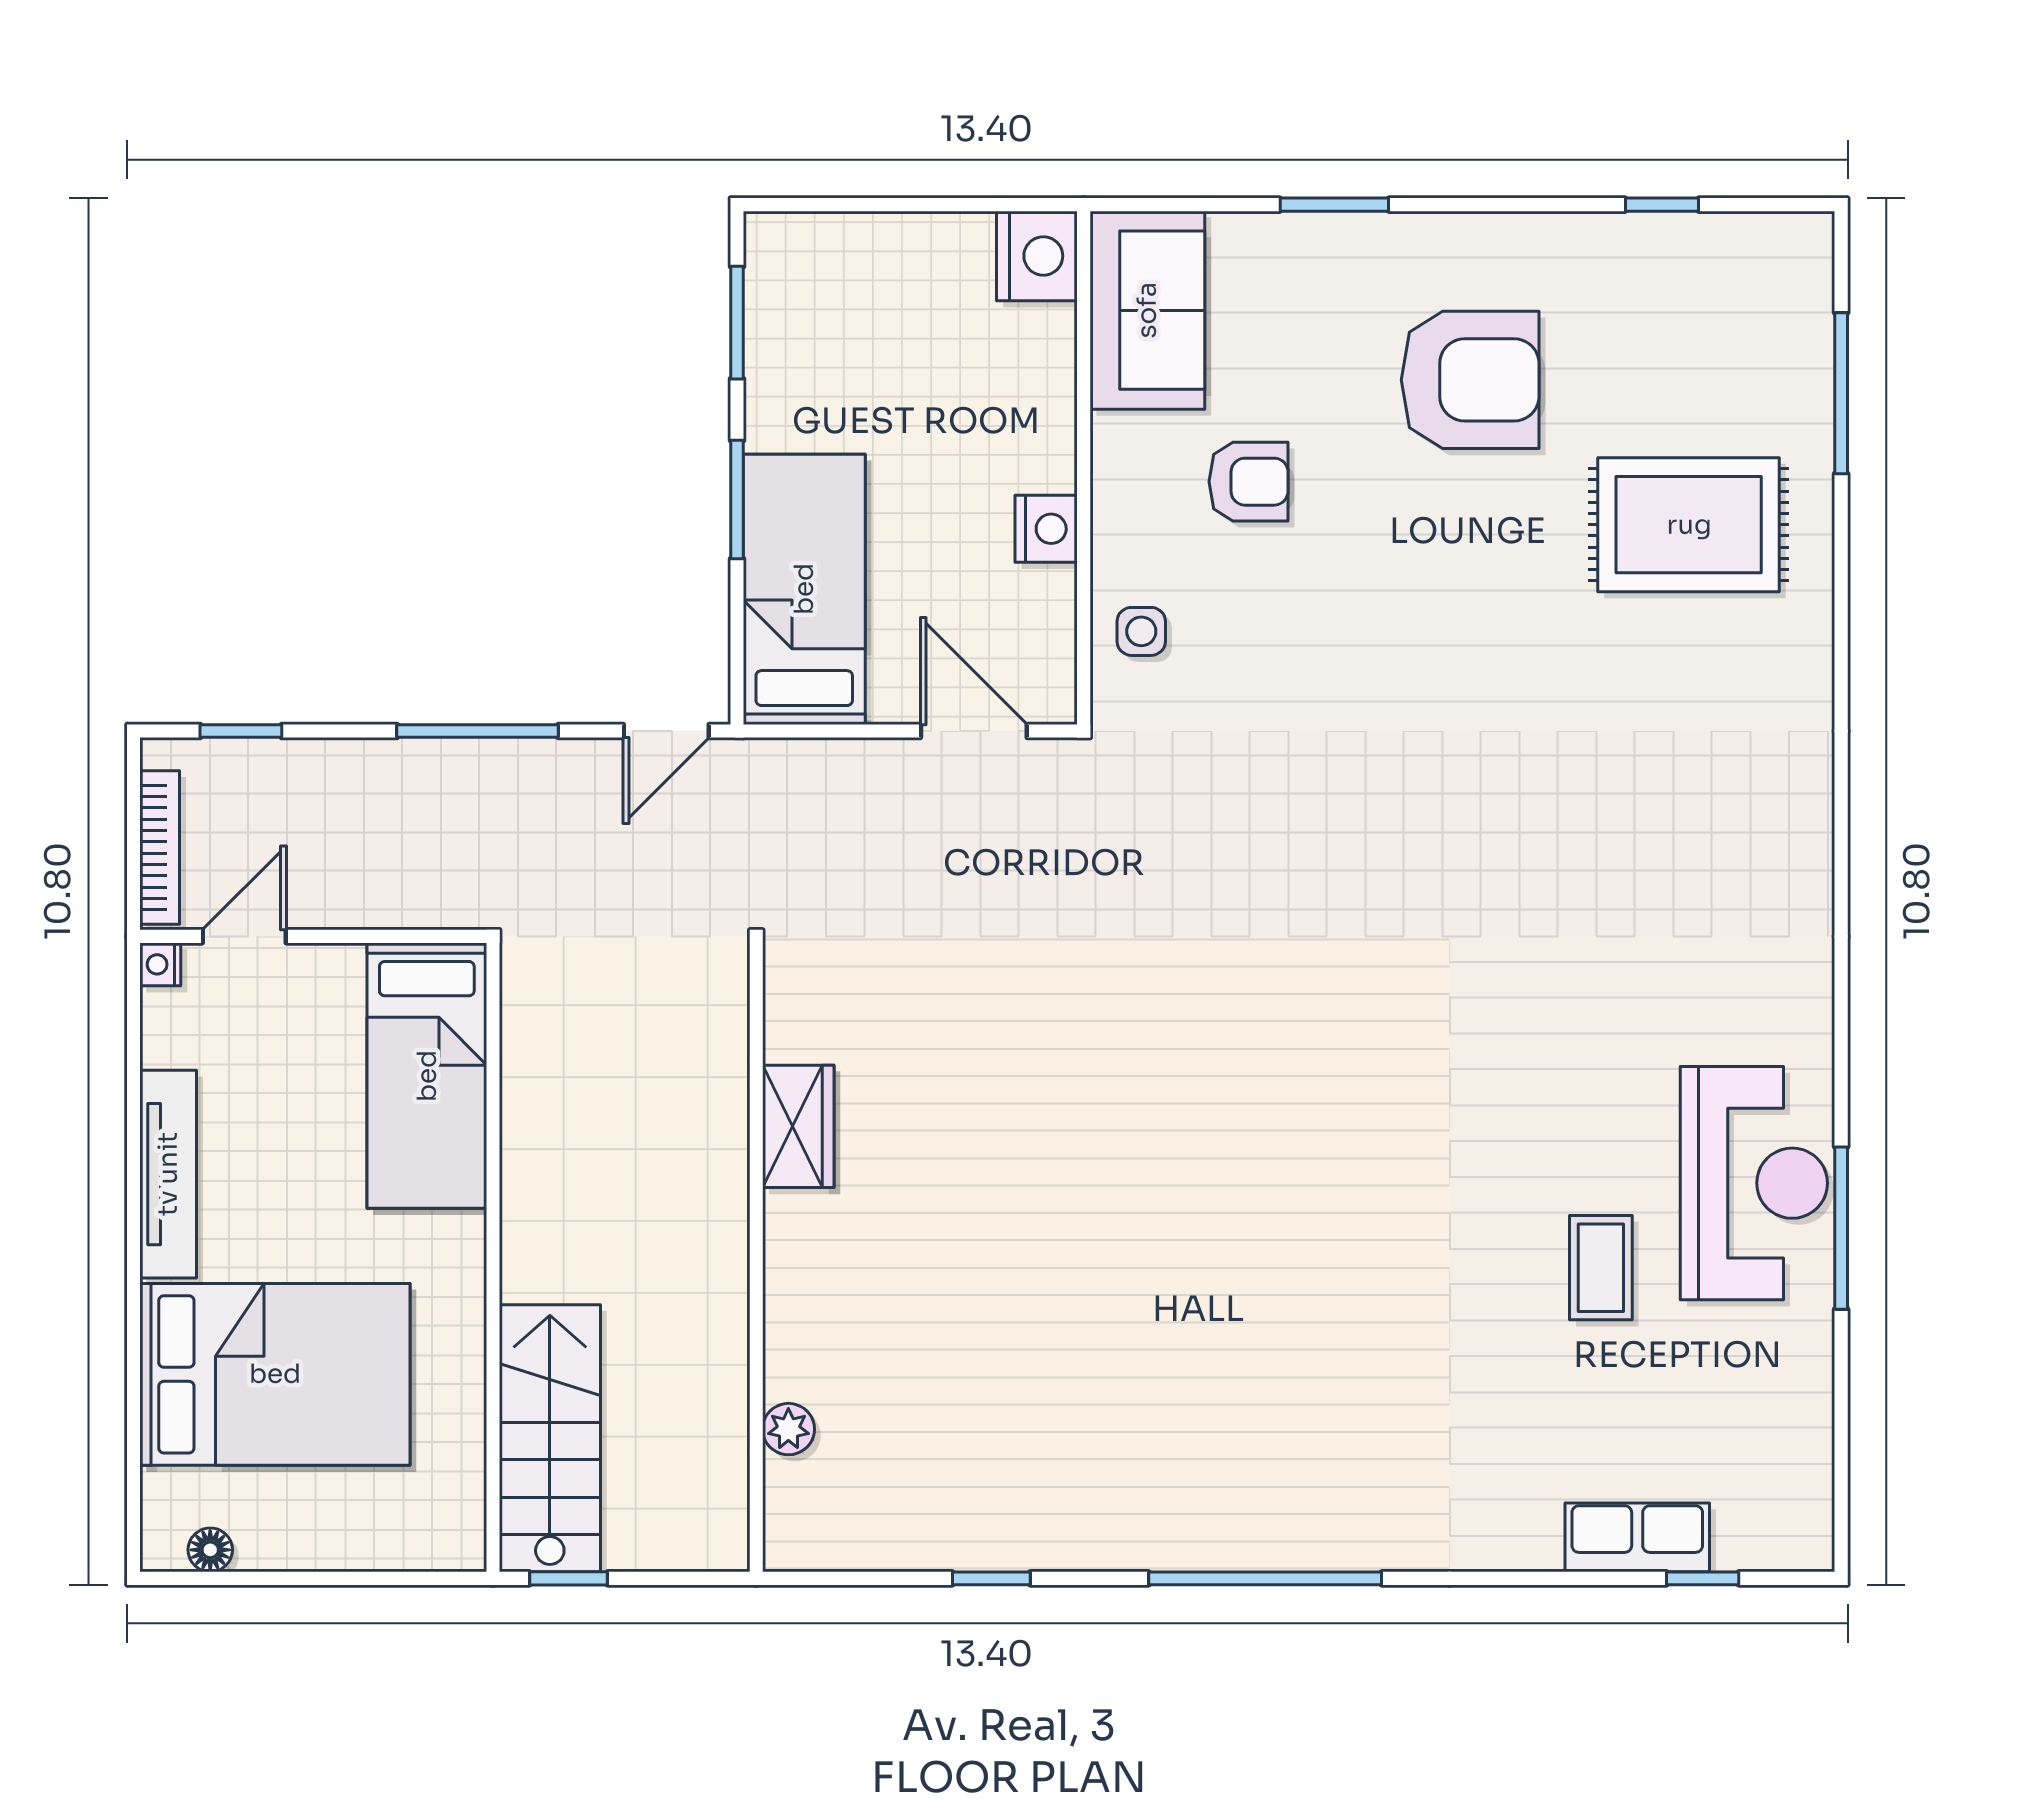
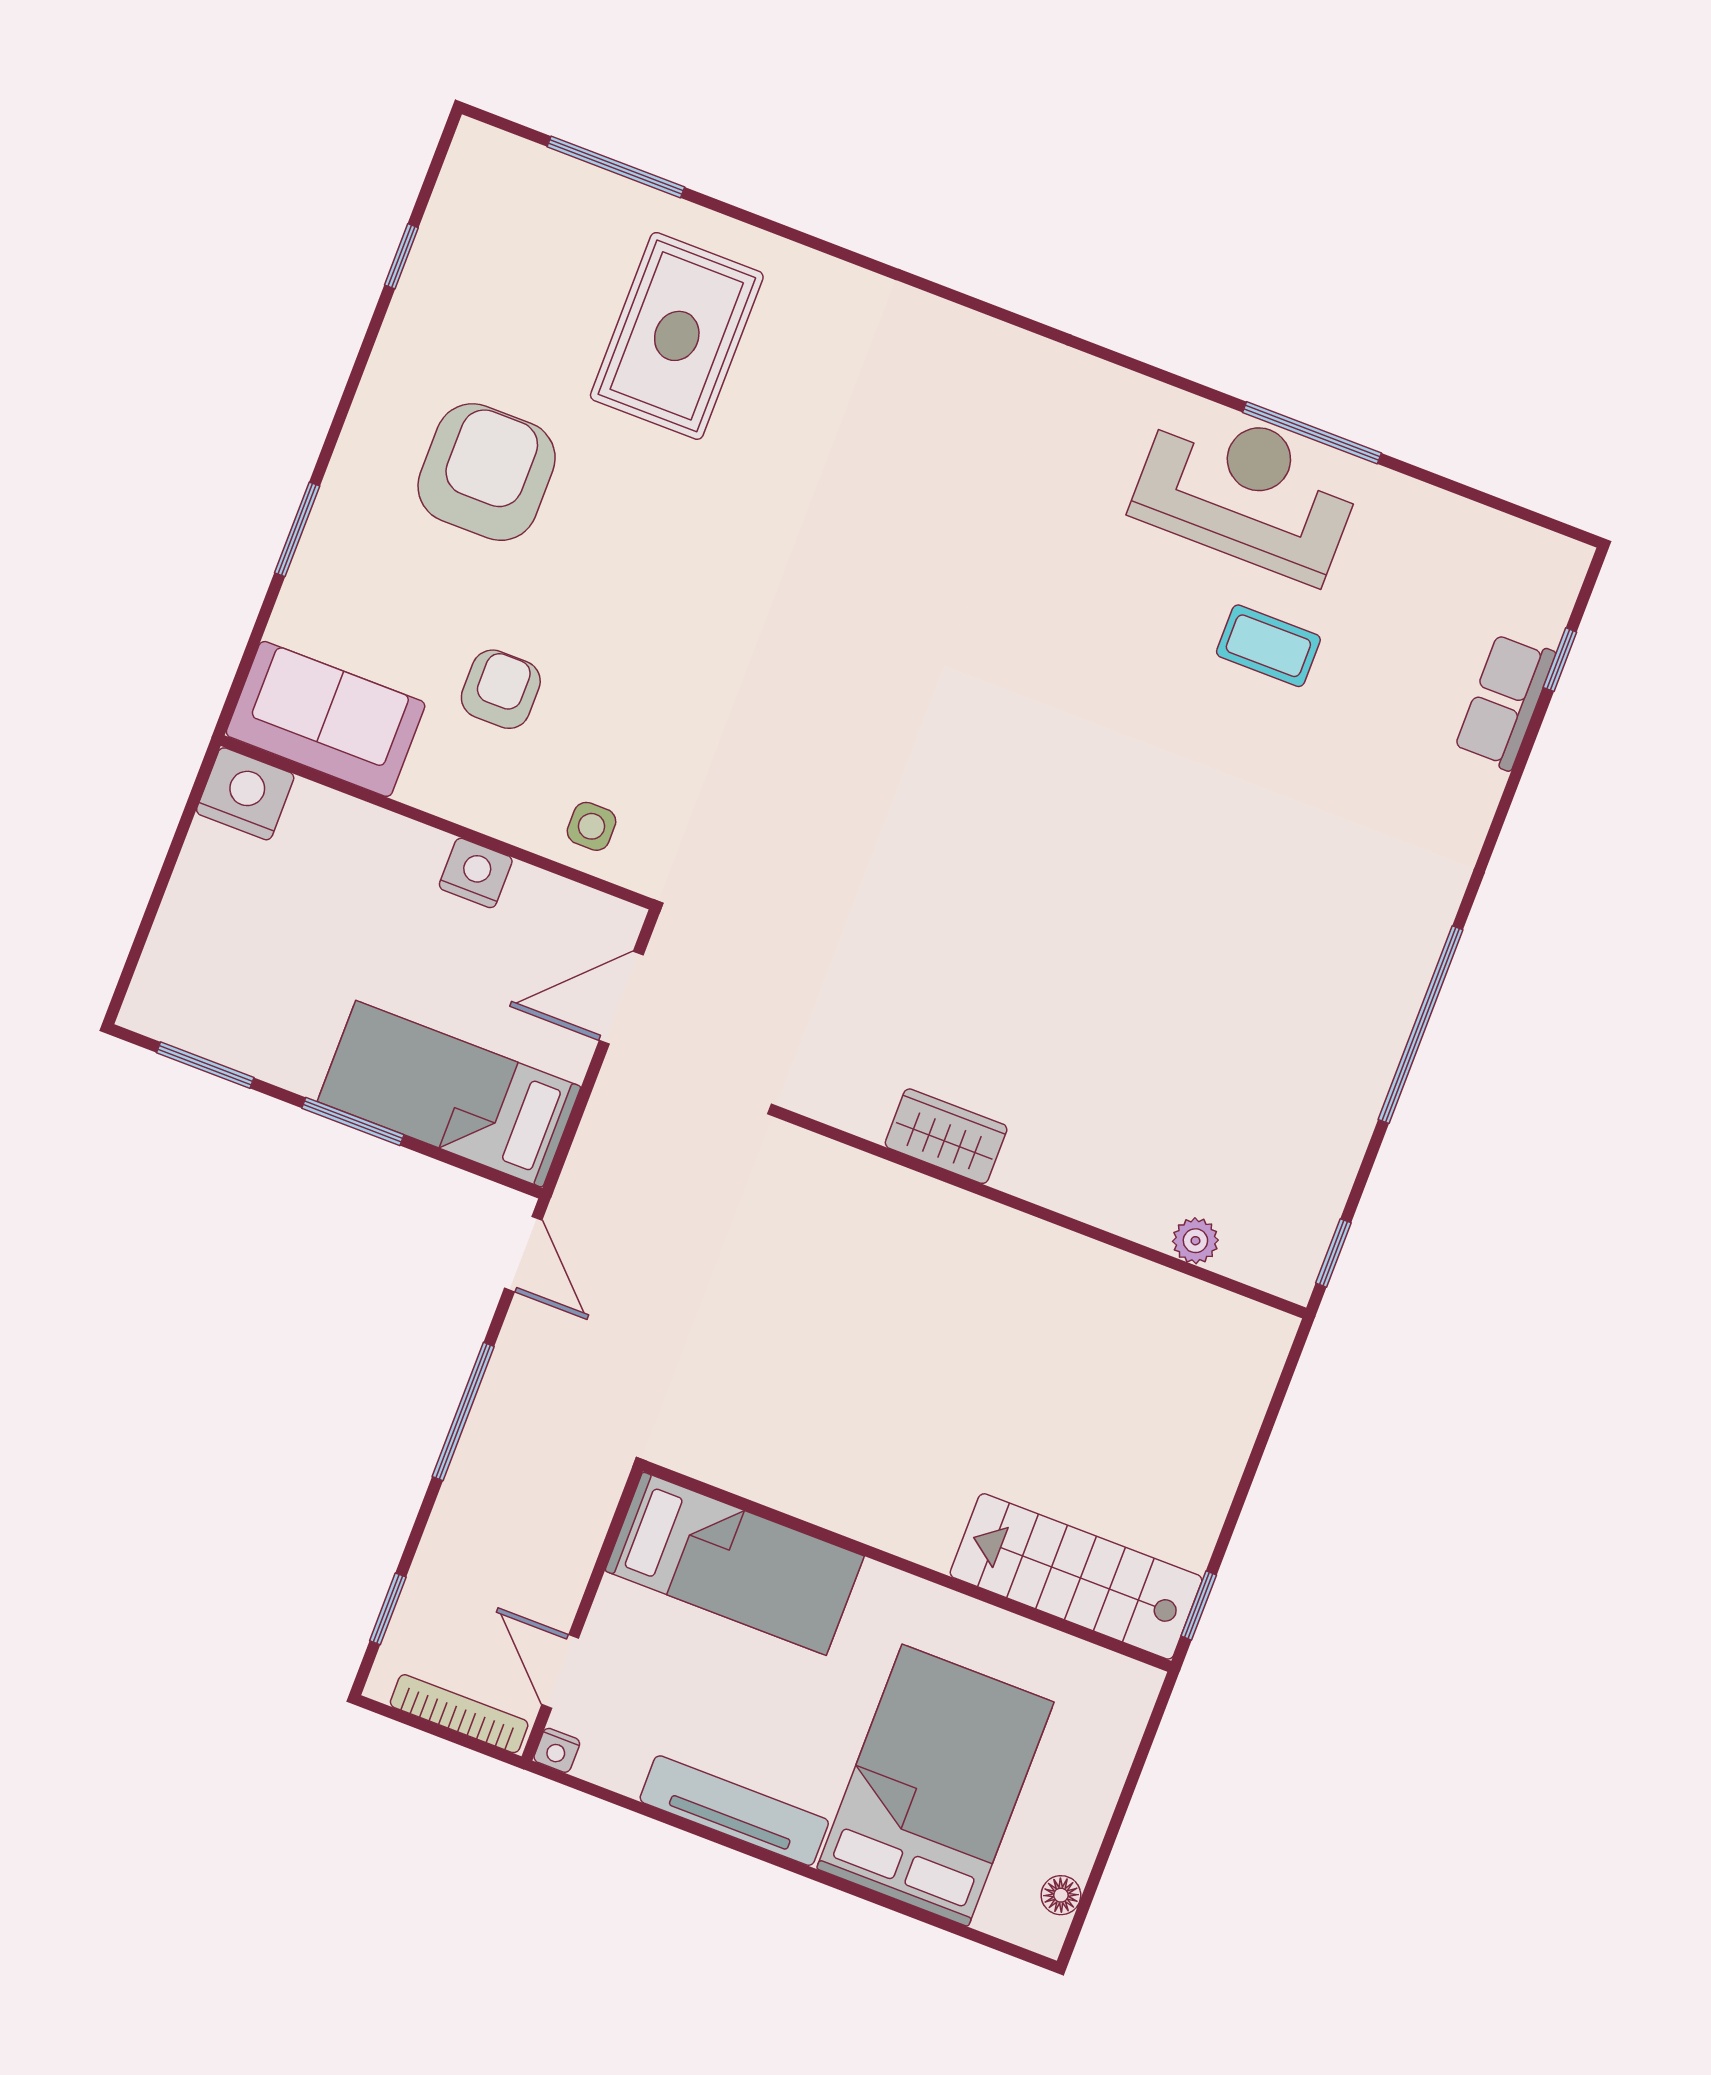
wardrobe: (798, 1126) -> (946, 1136), moved
wall: (756, 1257) -> (1042, 1213), moved
plant: (788, 1429) -> (1195, 1241), moved

